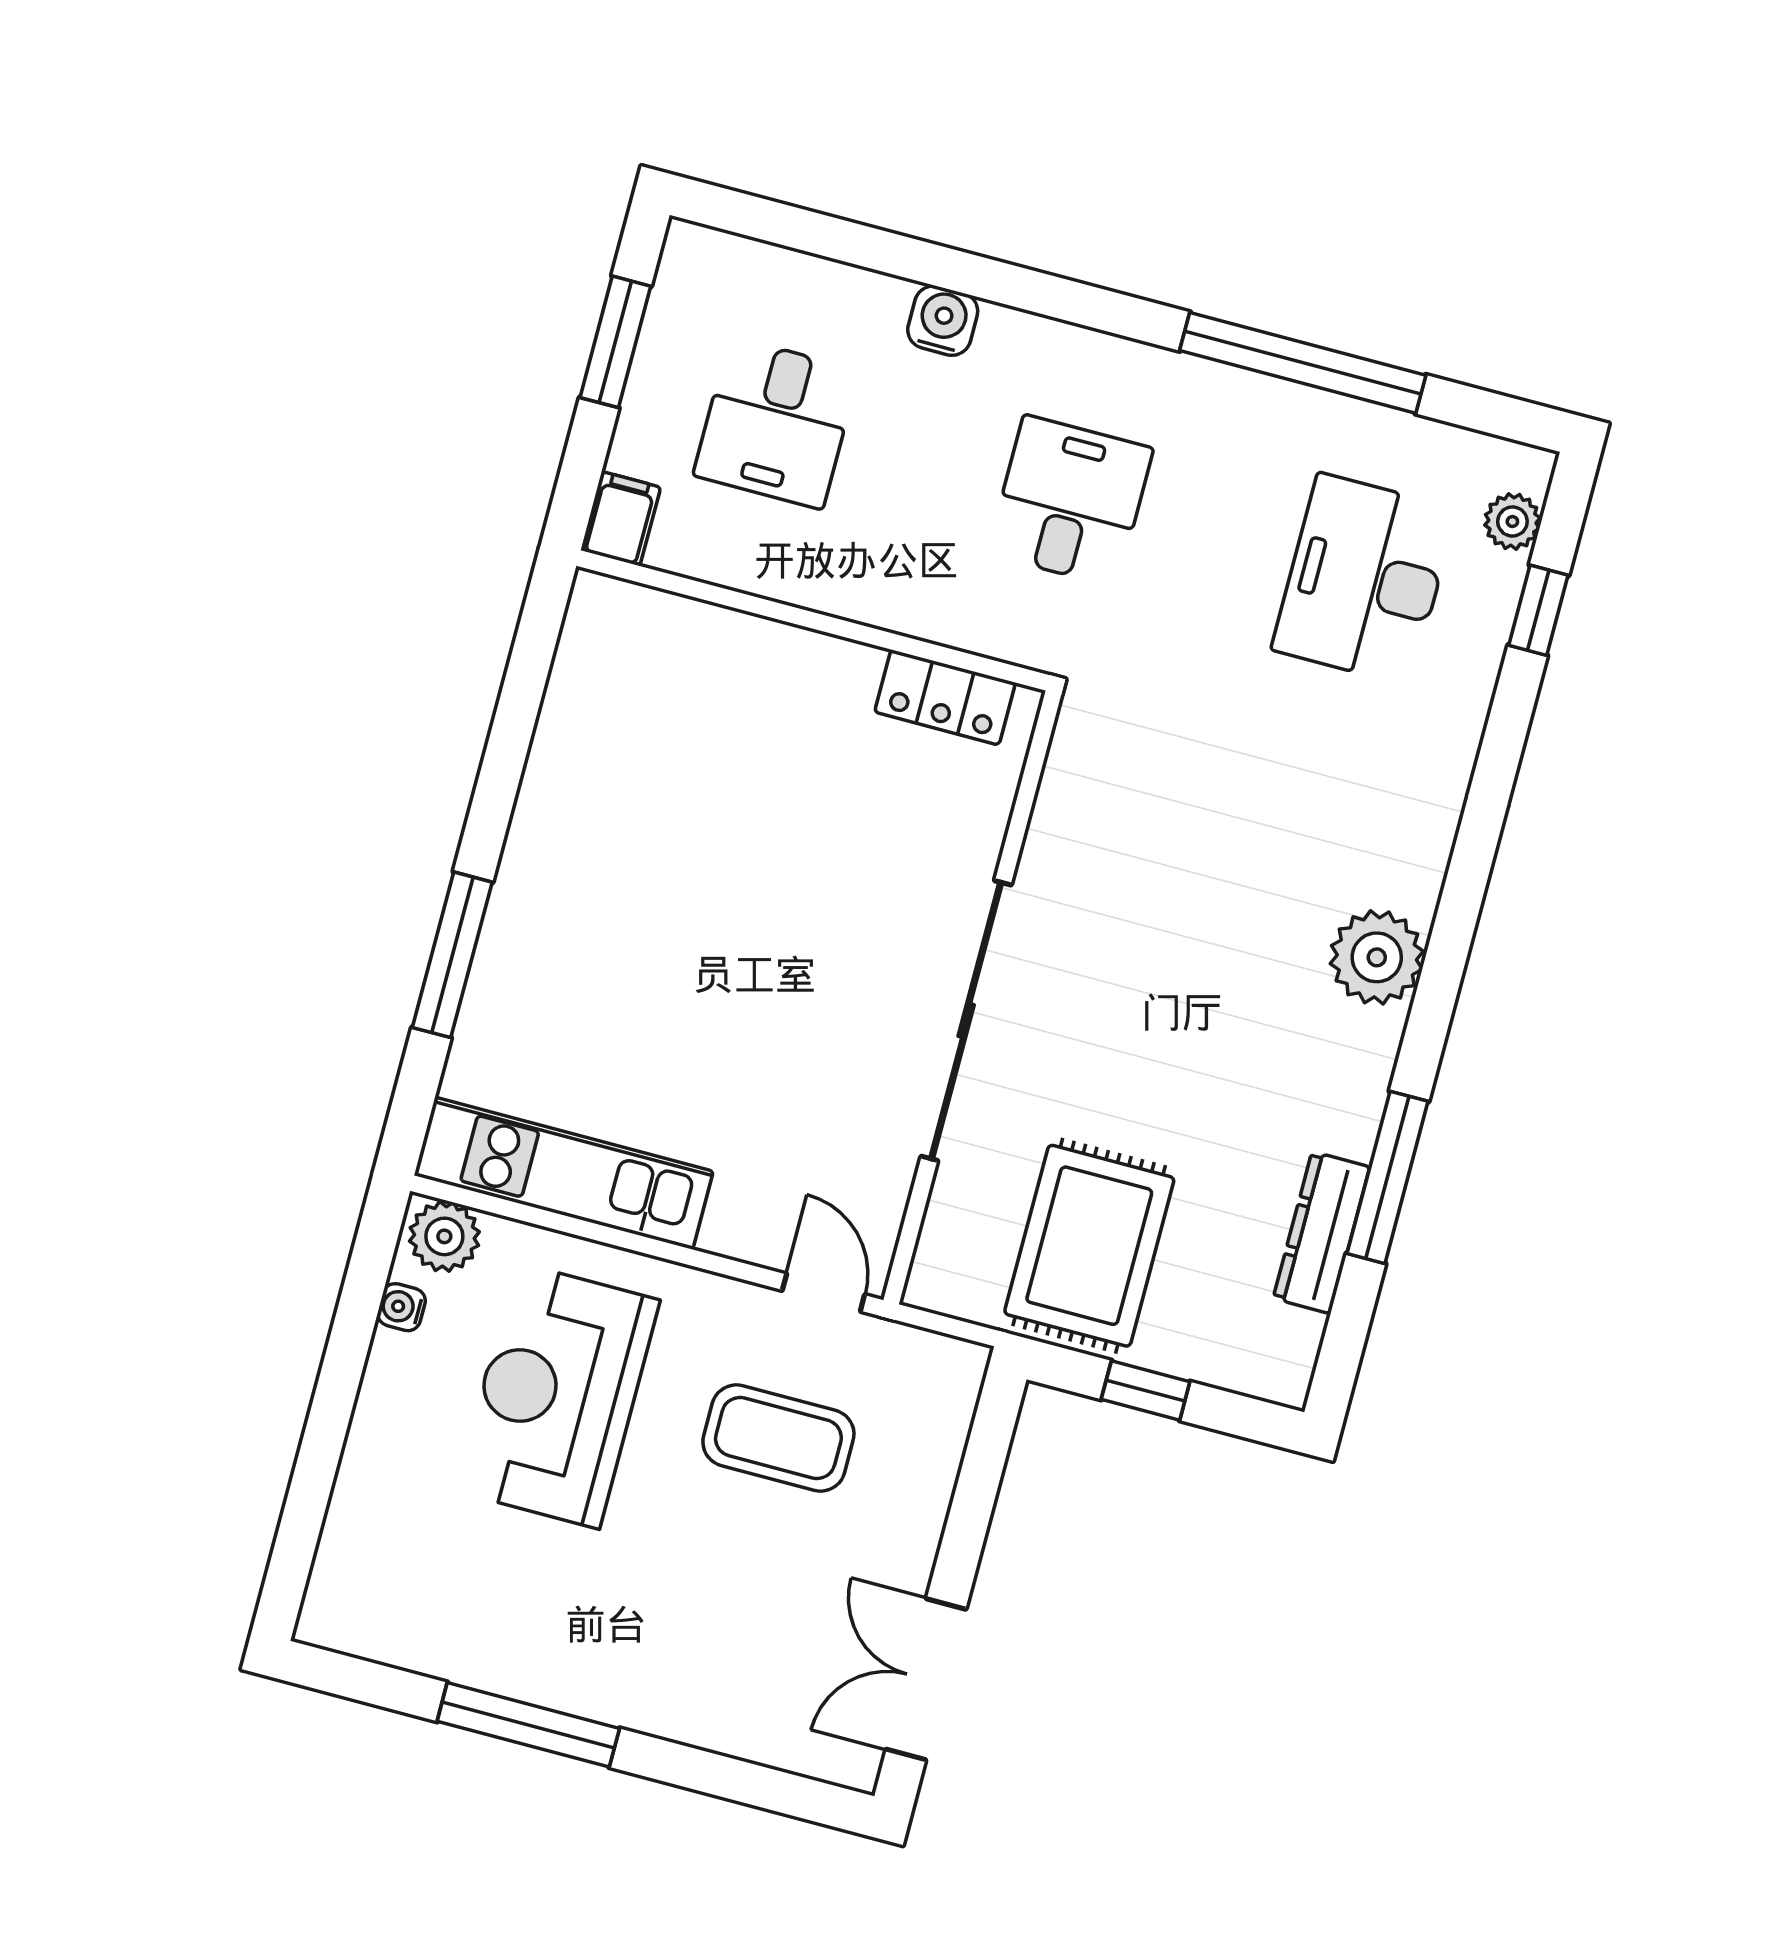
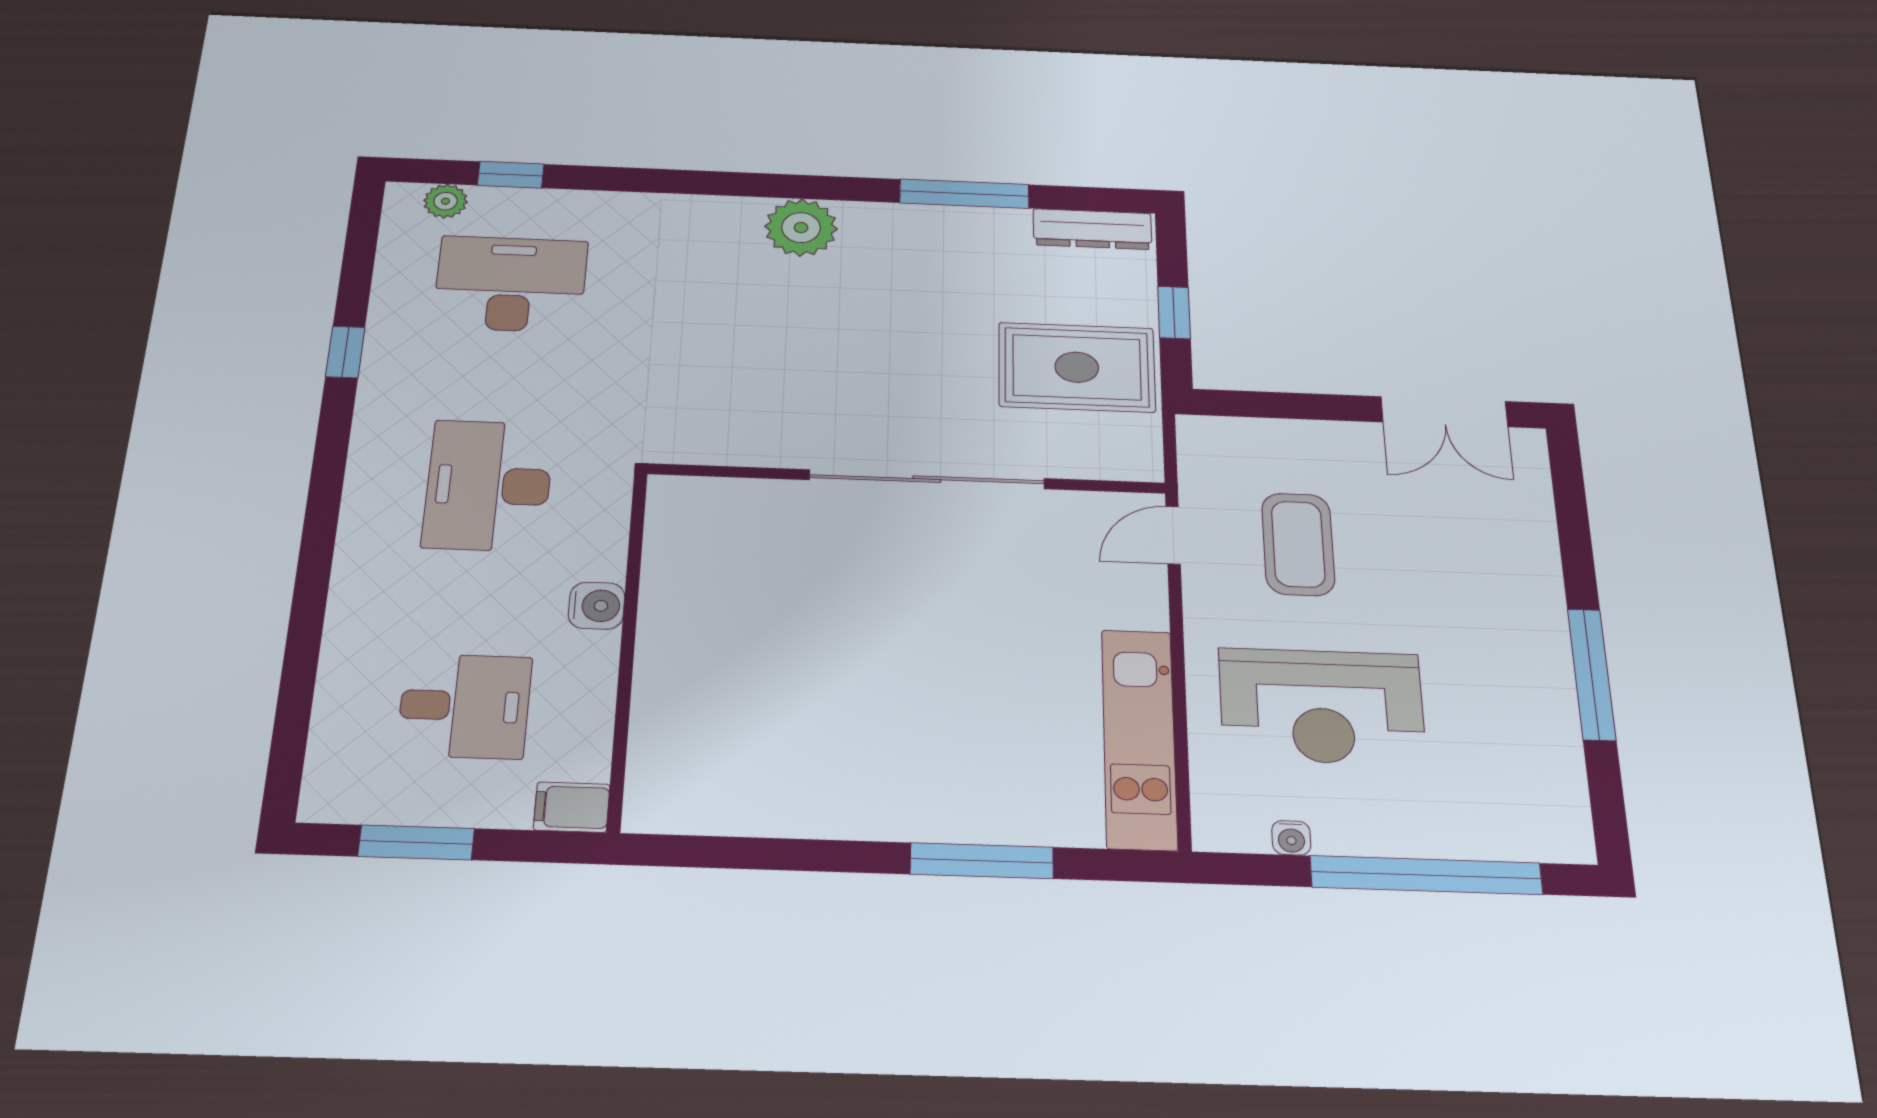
water cooler: (943, 321) -> (597, 606), moved, turned 180
window: (1303, 363) -> (345, 352), width x0.32
desk: (1070, 501) -> (488, 485), width x1.37
desk: (1364, 579) -> (510, 284), turned 180
locker: (945, 697) -> (670, 542), removed
dresser: (1321, 1233) -> (1092, 229), moved
plant: (444, 1236) -> (1221, 817), removed
window: (322, 1443) -> (1426, 875), added

